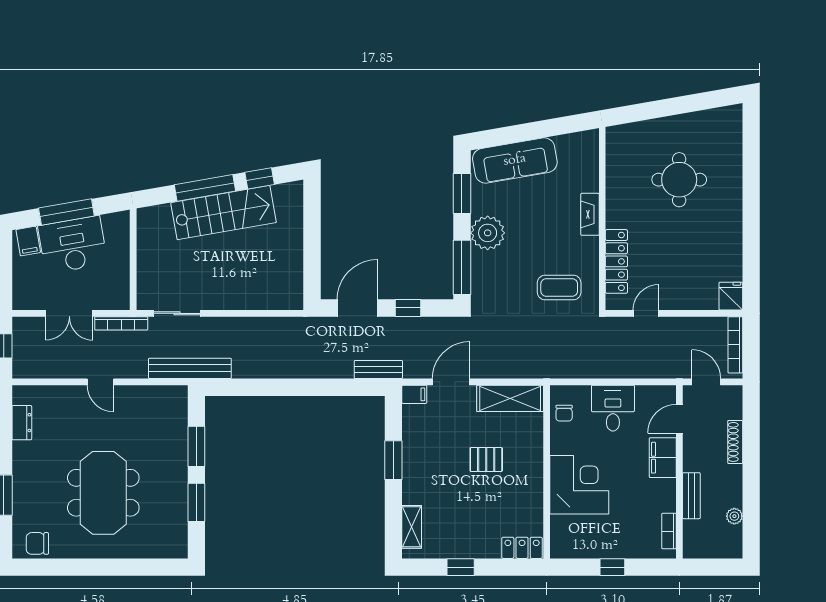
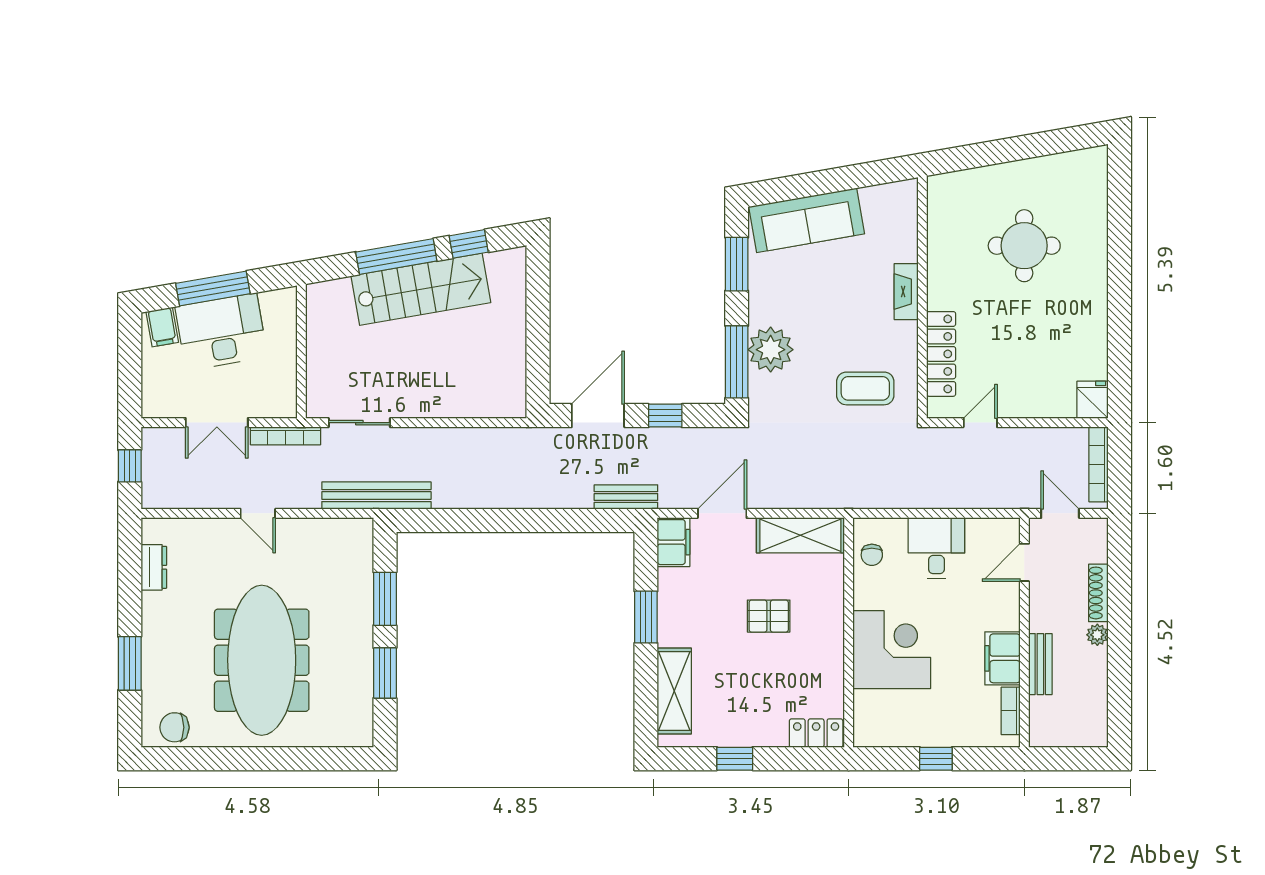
plant: (488, 233) -> (771, 350), moved
filing cabinet: (414, 394) -> (673, 542), width x2.00
filing cabinet: (663, 458) -> (1002, 658), moved
meeting table: (103, 493) -> (262, 660), width x1.36
plant: (734, 516) -> (1097, 635), moved
shelving: (412, 527) -> (674, 691), width x1.50, depth x1.33

